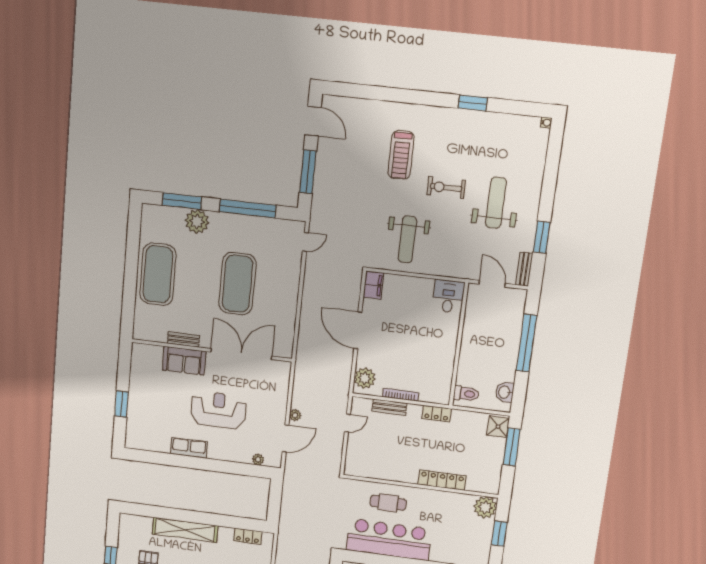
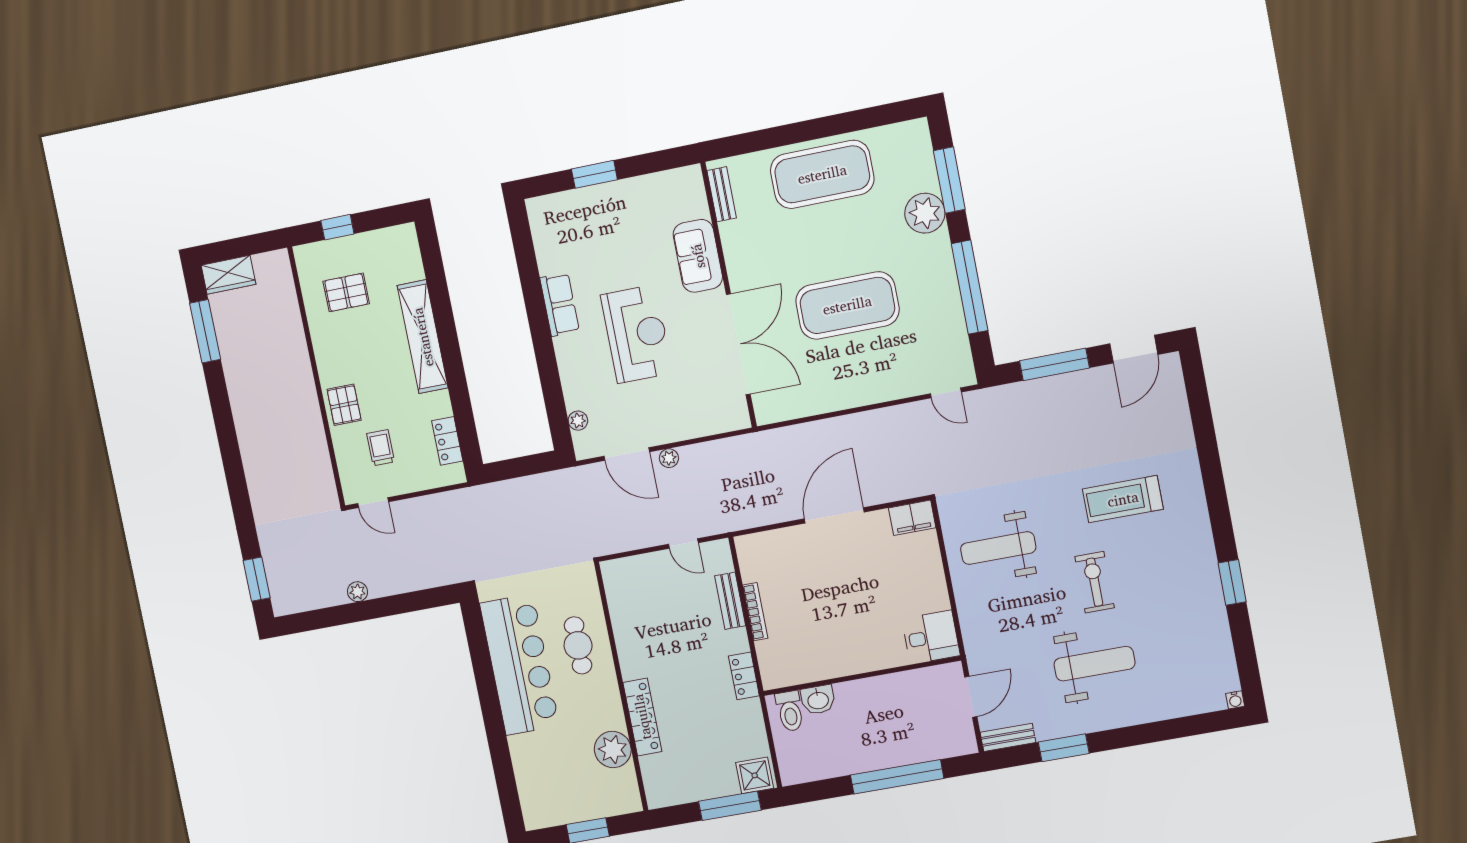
bench: (183, 339) -> (722, 194), moved
plant: (365, 378) -> (763, 549), removed
washbasin: (505, 392) -> (818, 700), moved, turned 180
plant: (485, 507) -> (613, 749), moved

